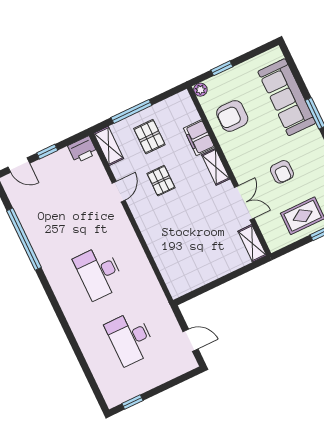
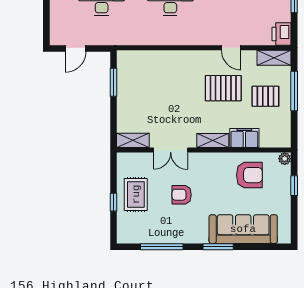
armchair: (232, 116) -> (249, 175), turned 90
pallet: (161, 181) -> (223, 88), width x1.50, depth x1.42
window: (205, 288) -> (114, 82), added

